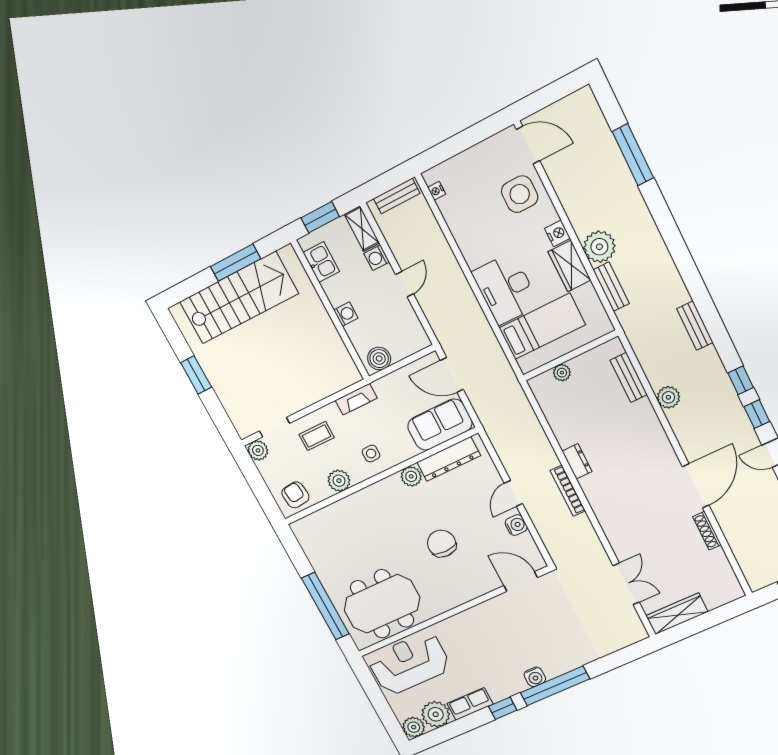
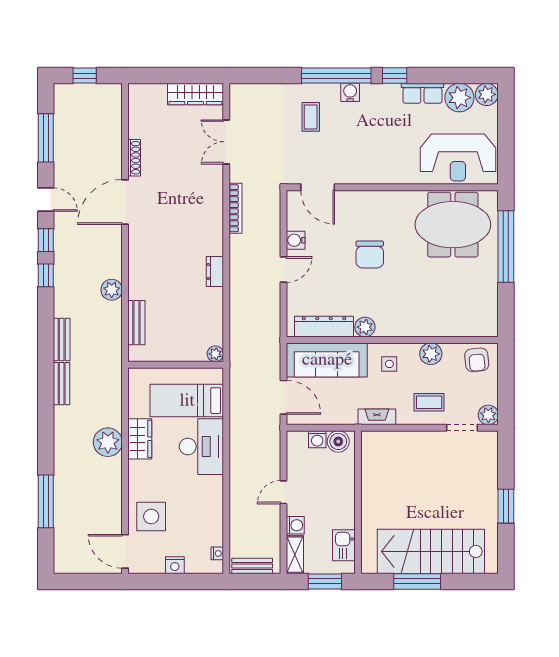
nightstand: (557, 233) -> (175, 565), moved, turned -90
bench: (611, 287) -> (62, 384), moved
washing machine: (346, 314) -> (317, 439), moved, turned -90
plant: (562, 373) -> (215, 354), moved
sofa: (440, 425) -> (327, 360), width x1.36
bookcase: (568, 491) -> (236, 208), moved
coffee table: (559, 640) -> (311, 117), added

